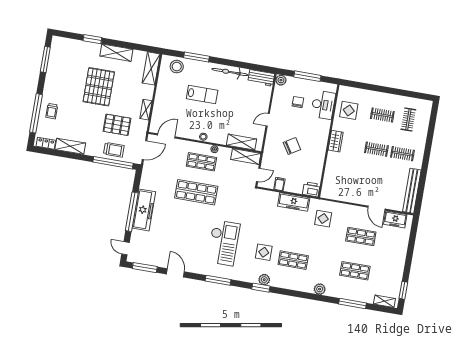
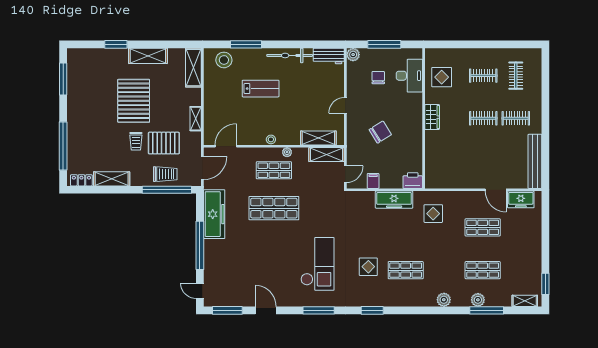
trolley: (52, 111) -> (136, 141), moved
freezer: (144, 210) -> (214, 214), moved
plant: (264, 280) -> (478, 300), moved

